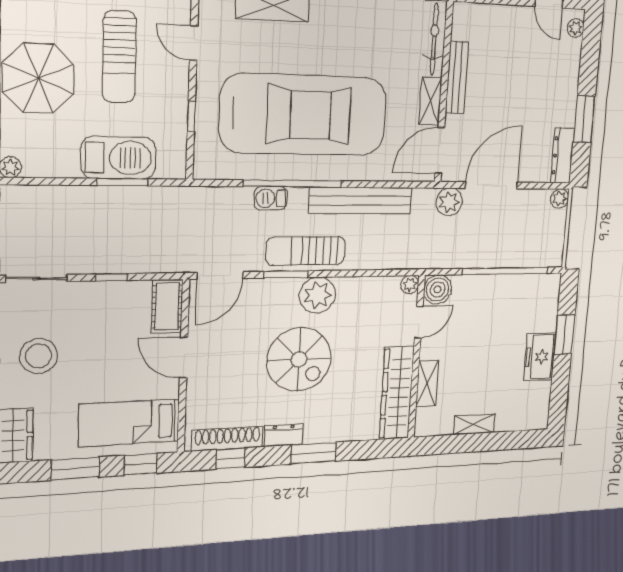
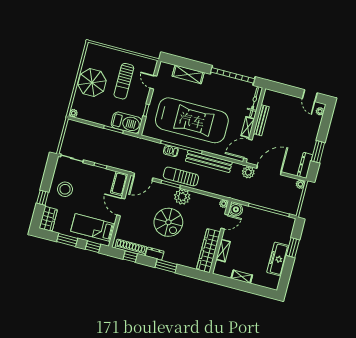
barbecue: (118, 158) -> (126, 123), moved
freezer: (540, 357) -> (278, 259), width x1.40

